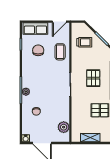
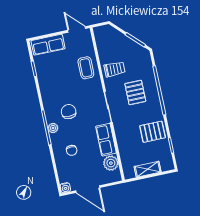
door: (59, 22) -> (77, 29), swing flipped
trolley: (84, 42) -> (115, 69), moved
chair: (38, 50) -> (69, 112), moved
row of seats: (64, 109) -> (106, 140), added

